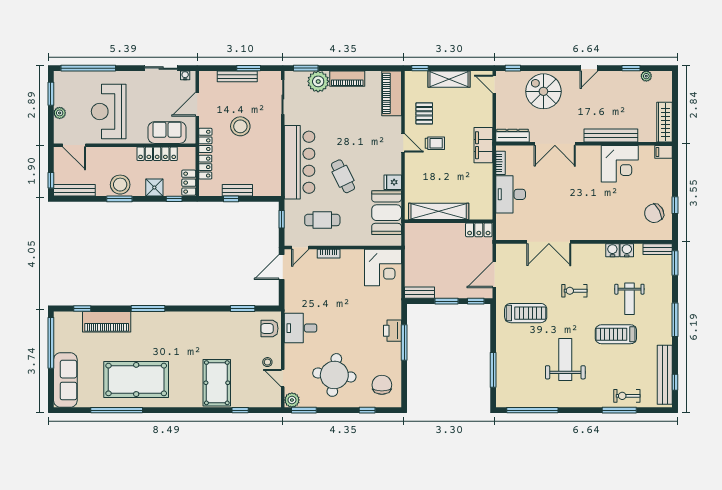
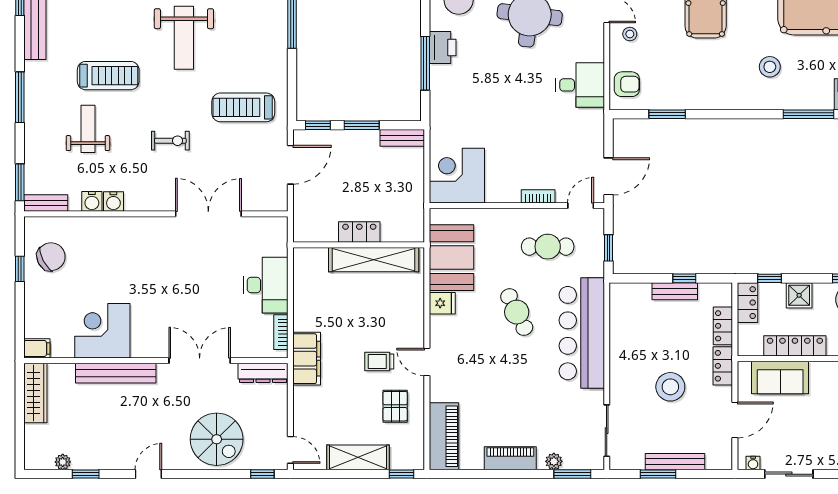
plant: (318, 81) -> (554, 461), width x0.53, depth x0.53
locker: (479, 230) -> (359, 232), moved
printer: (392, 331) -> (443, 47), moved
stool: (174, 340) -> (770, 67), added

